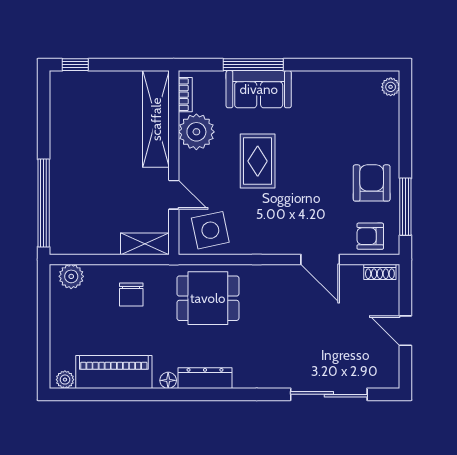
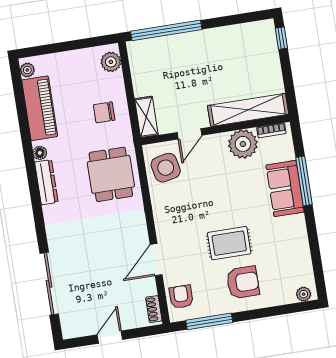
rug: (258, 161) -> (229, 243), moved
armchair: (372, 183) -> (243, 282), moved

